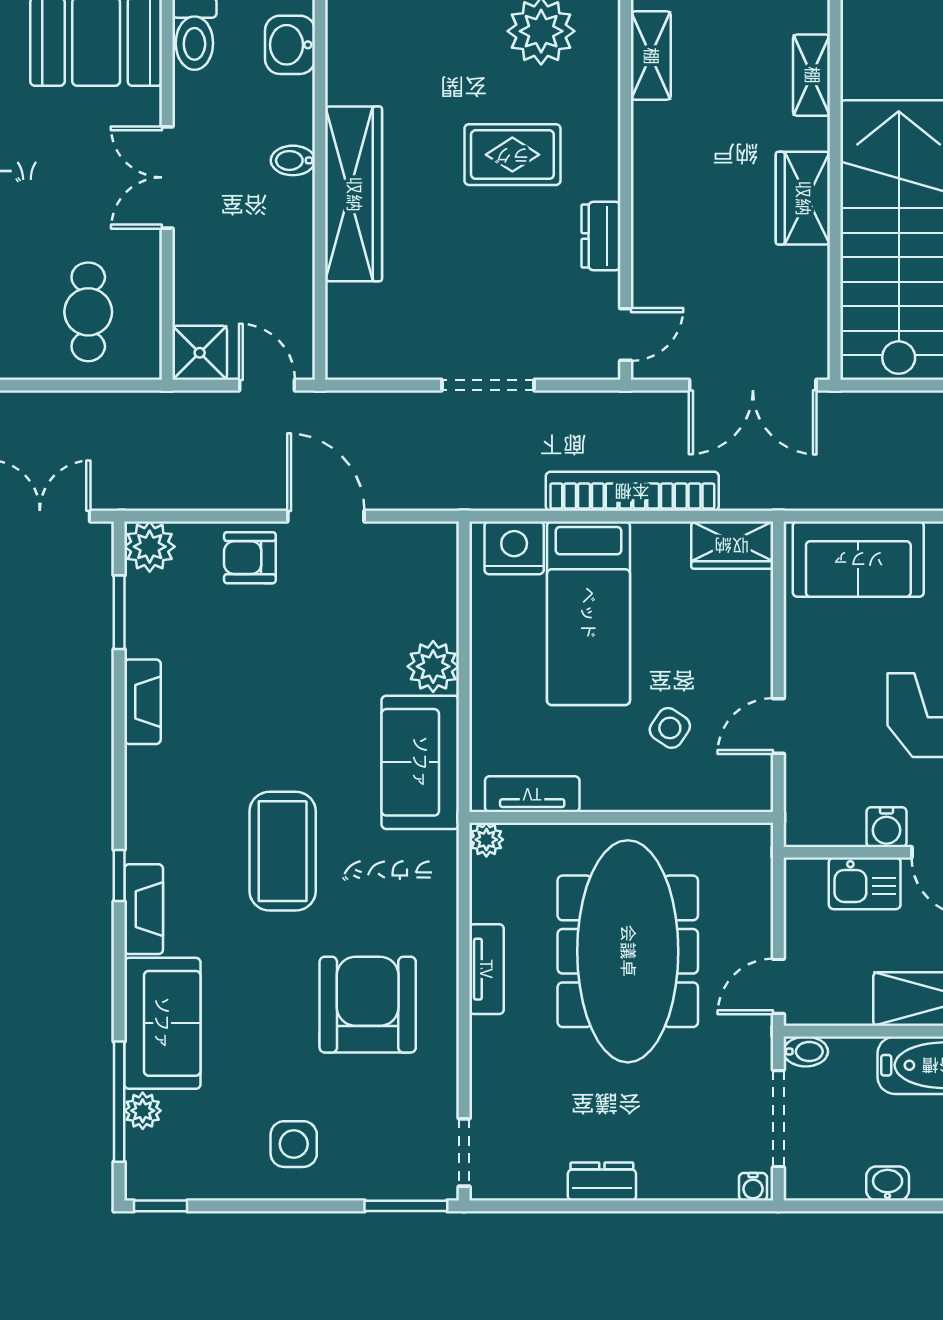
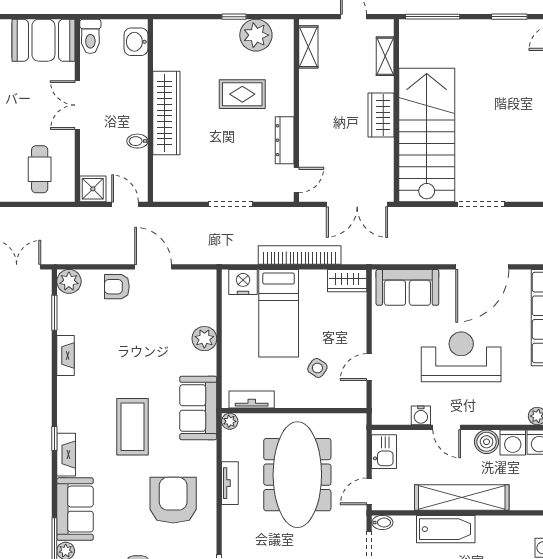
bidet: (293, 160) -> (137, 141), moved
dresser: (601, 236) -> (285, 140), width x1.44
sofa: (420, 762) -> (198, 408), moved
kitchen sink: (865, 883) -> (384, 452), moved, turned -90

